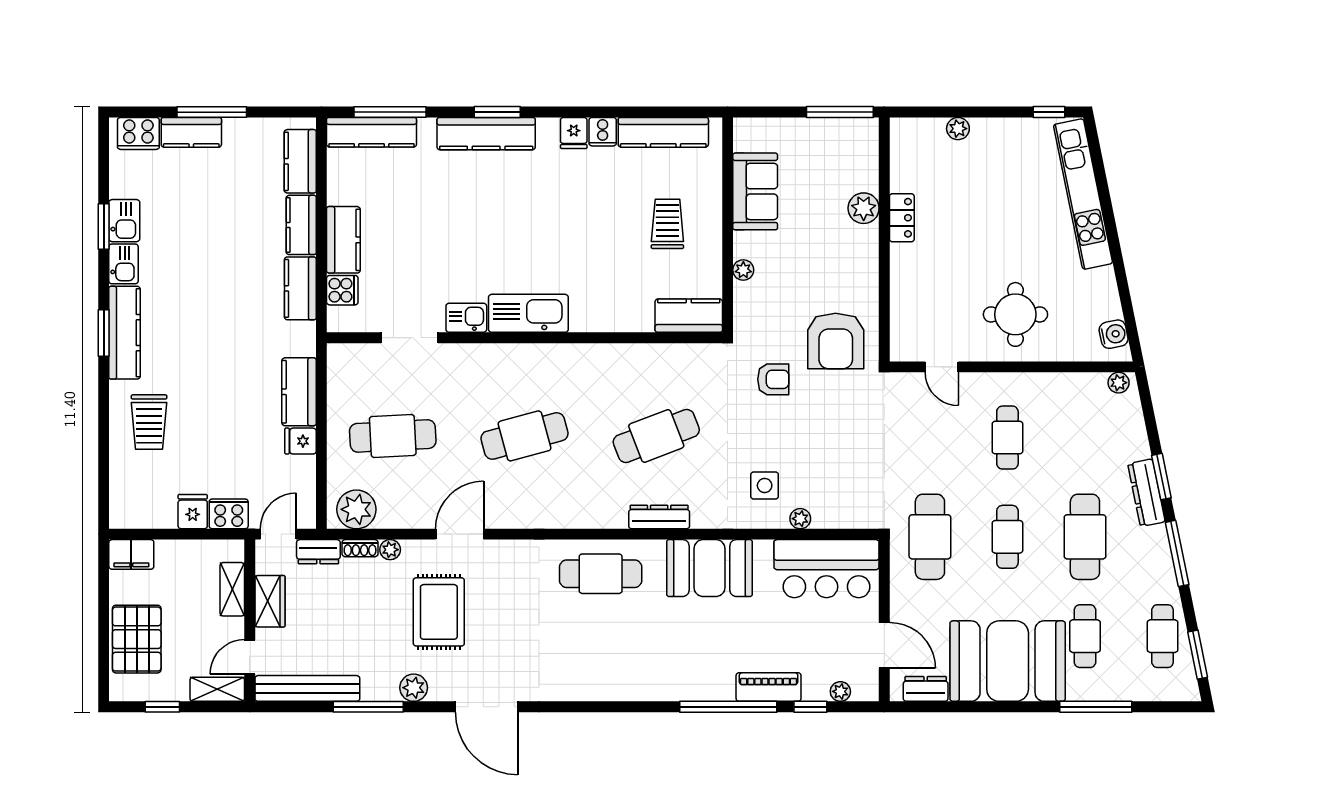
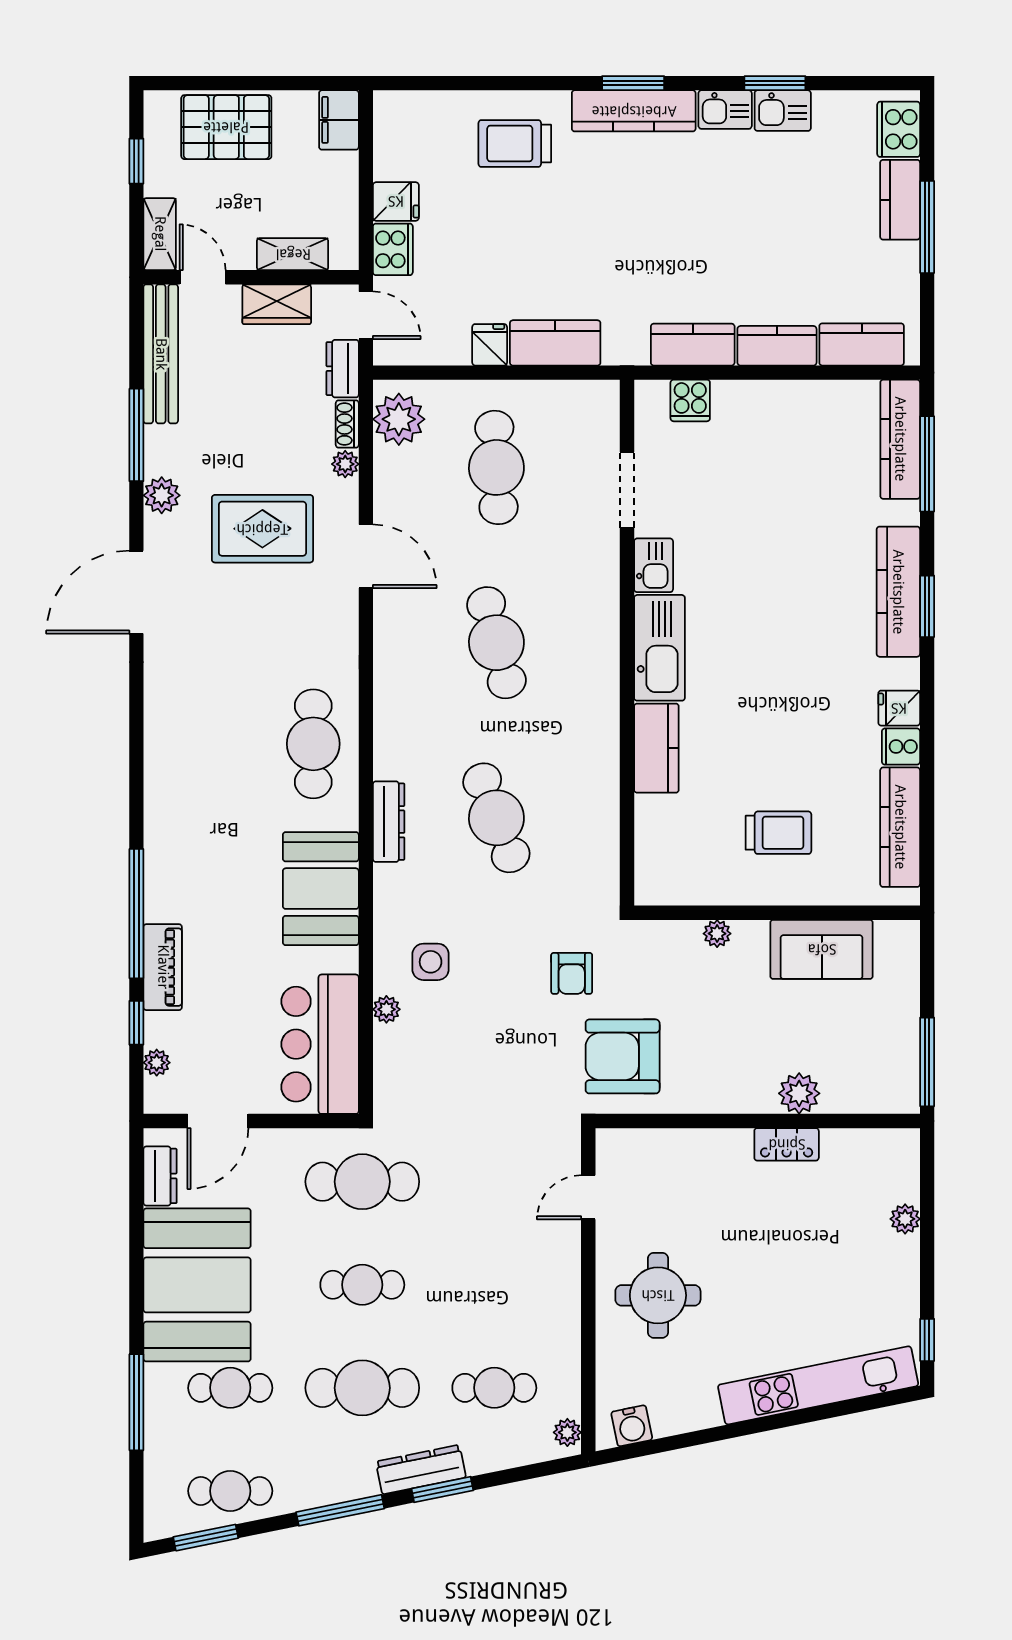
kitchen counter: (343, 240) -> (757, 402), removed
kitchen counter: (689, 316) -> (656, 748), moved
cafe table: (1007, 438) -> (494, 1388), moved

